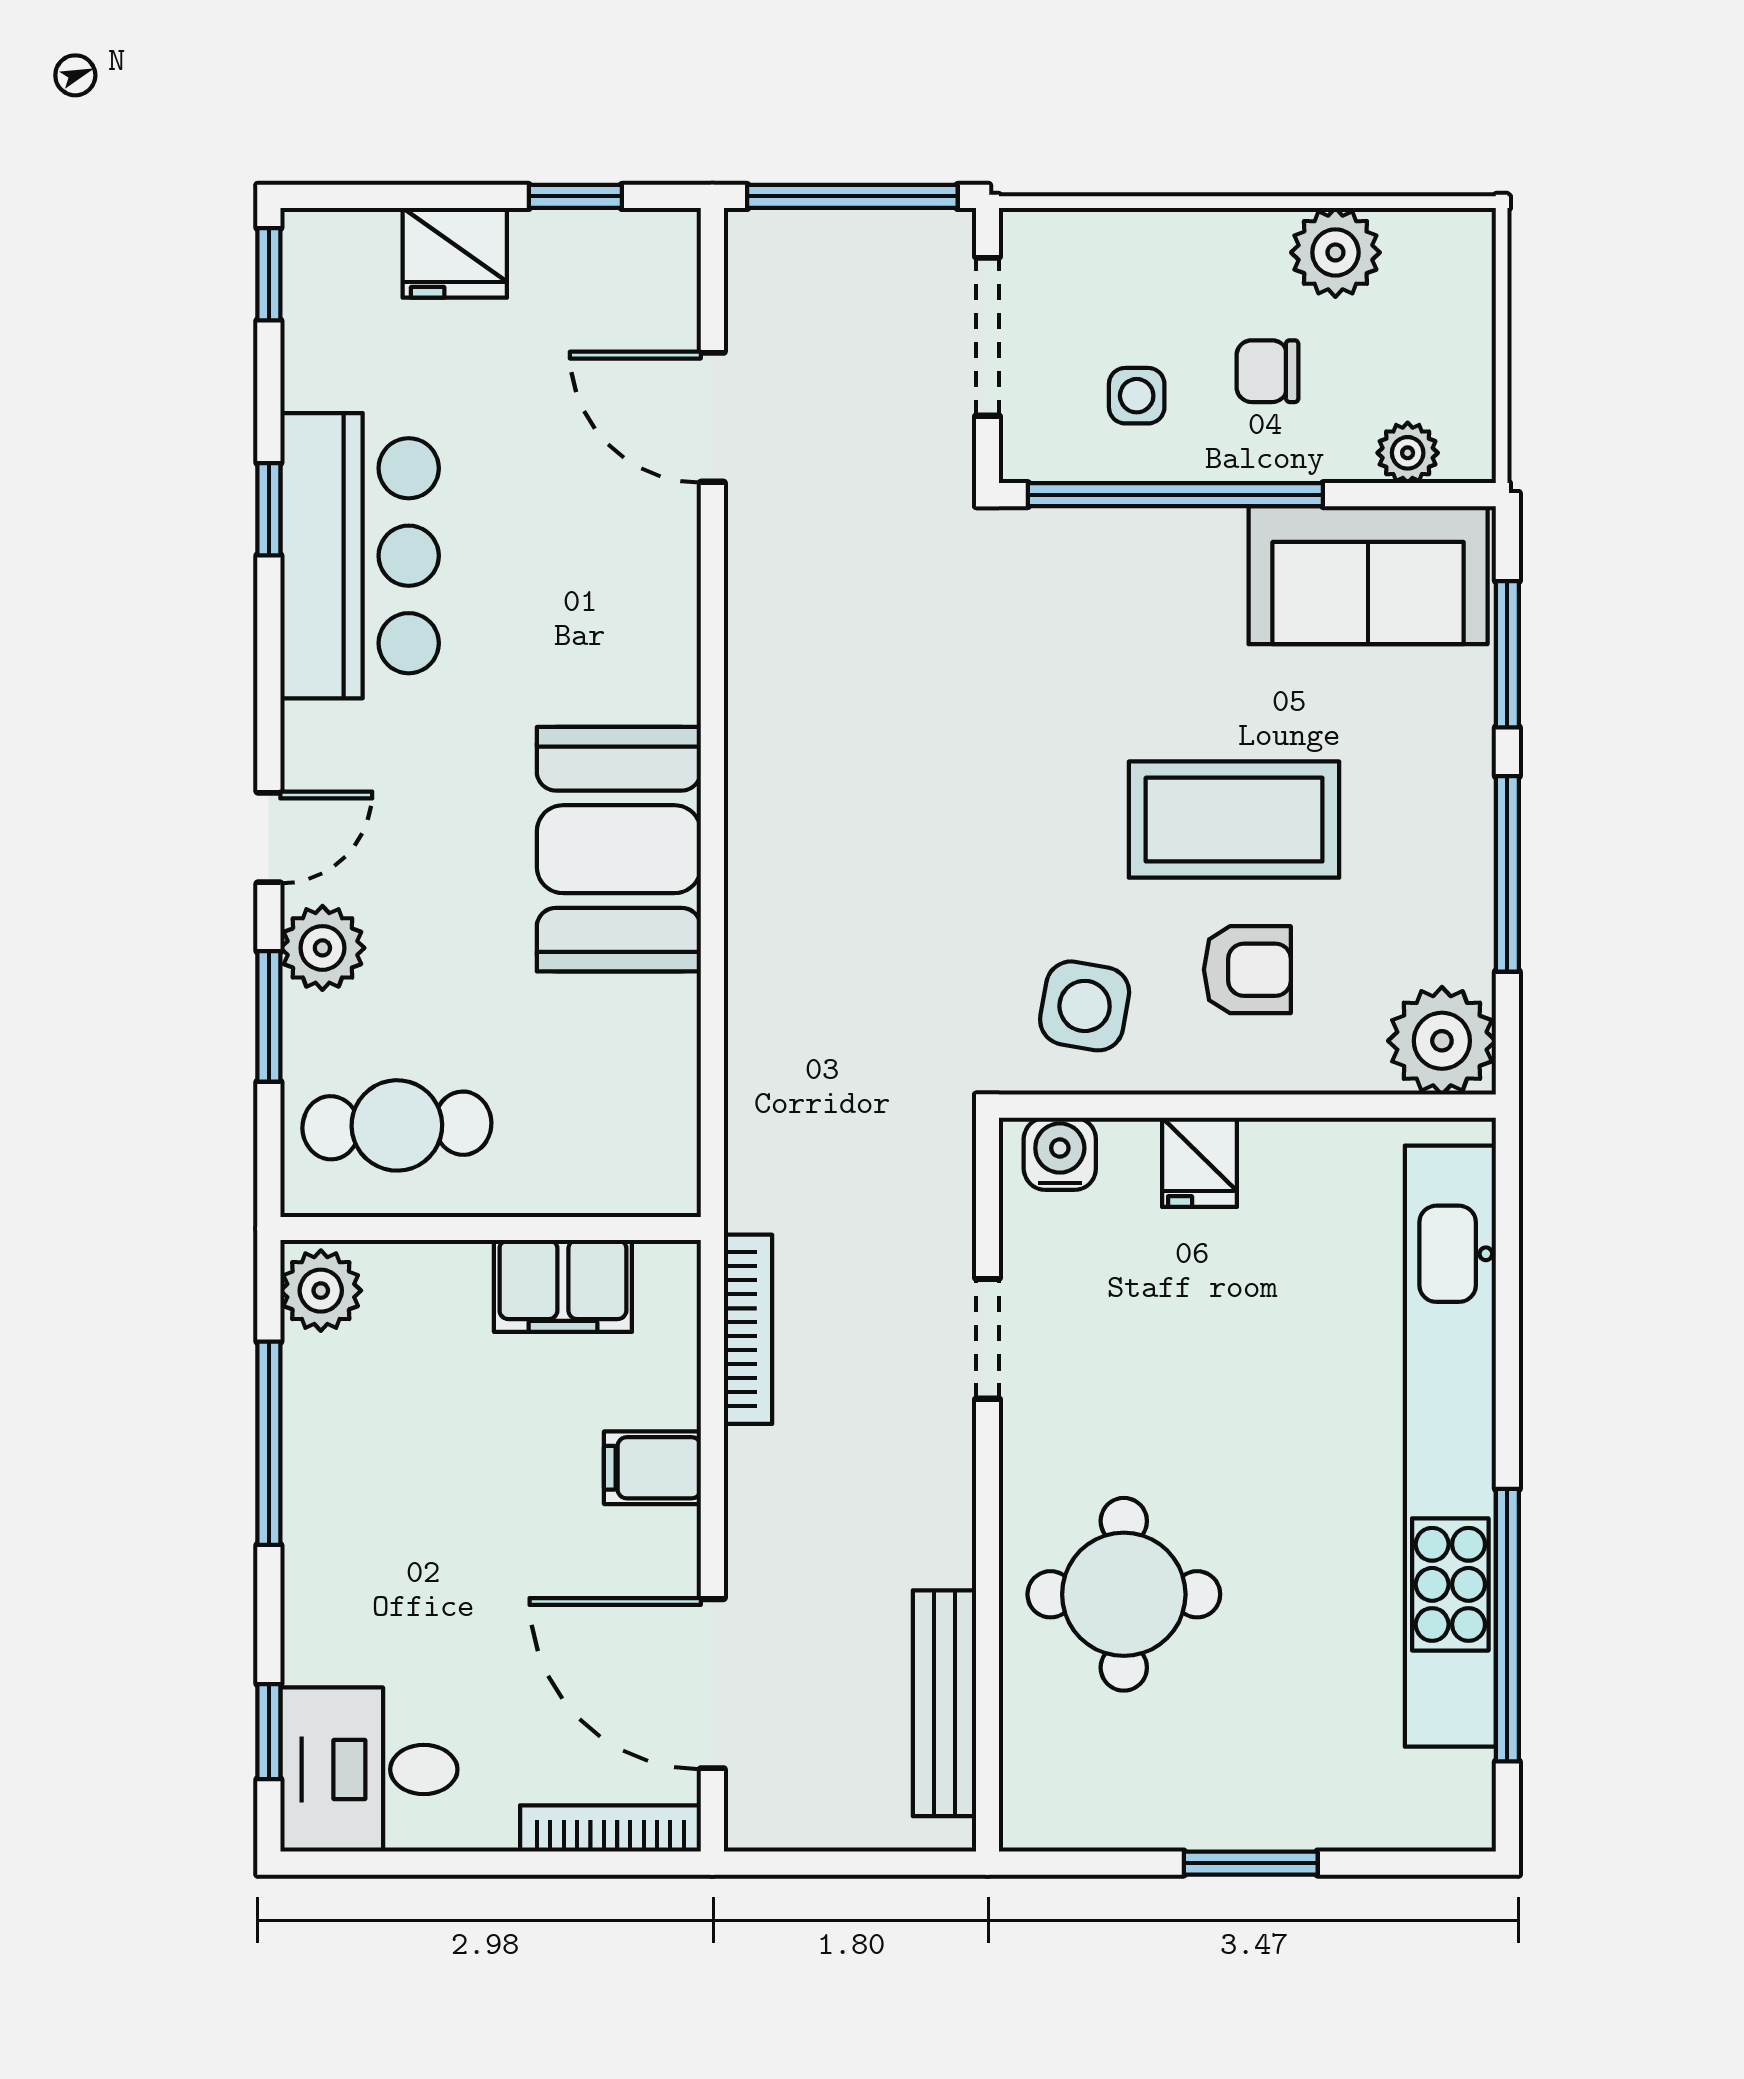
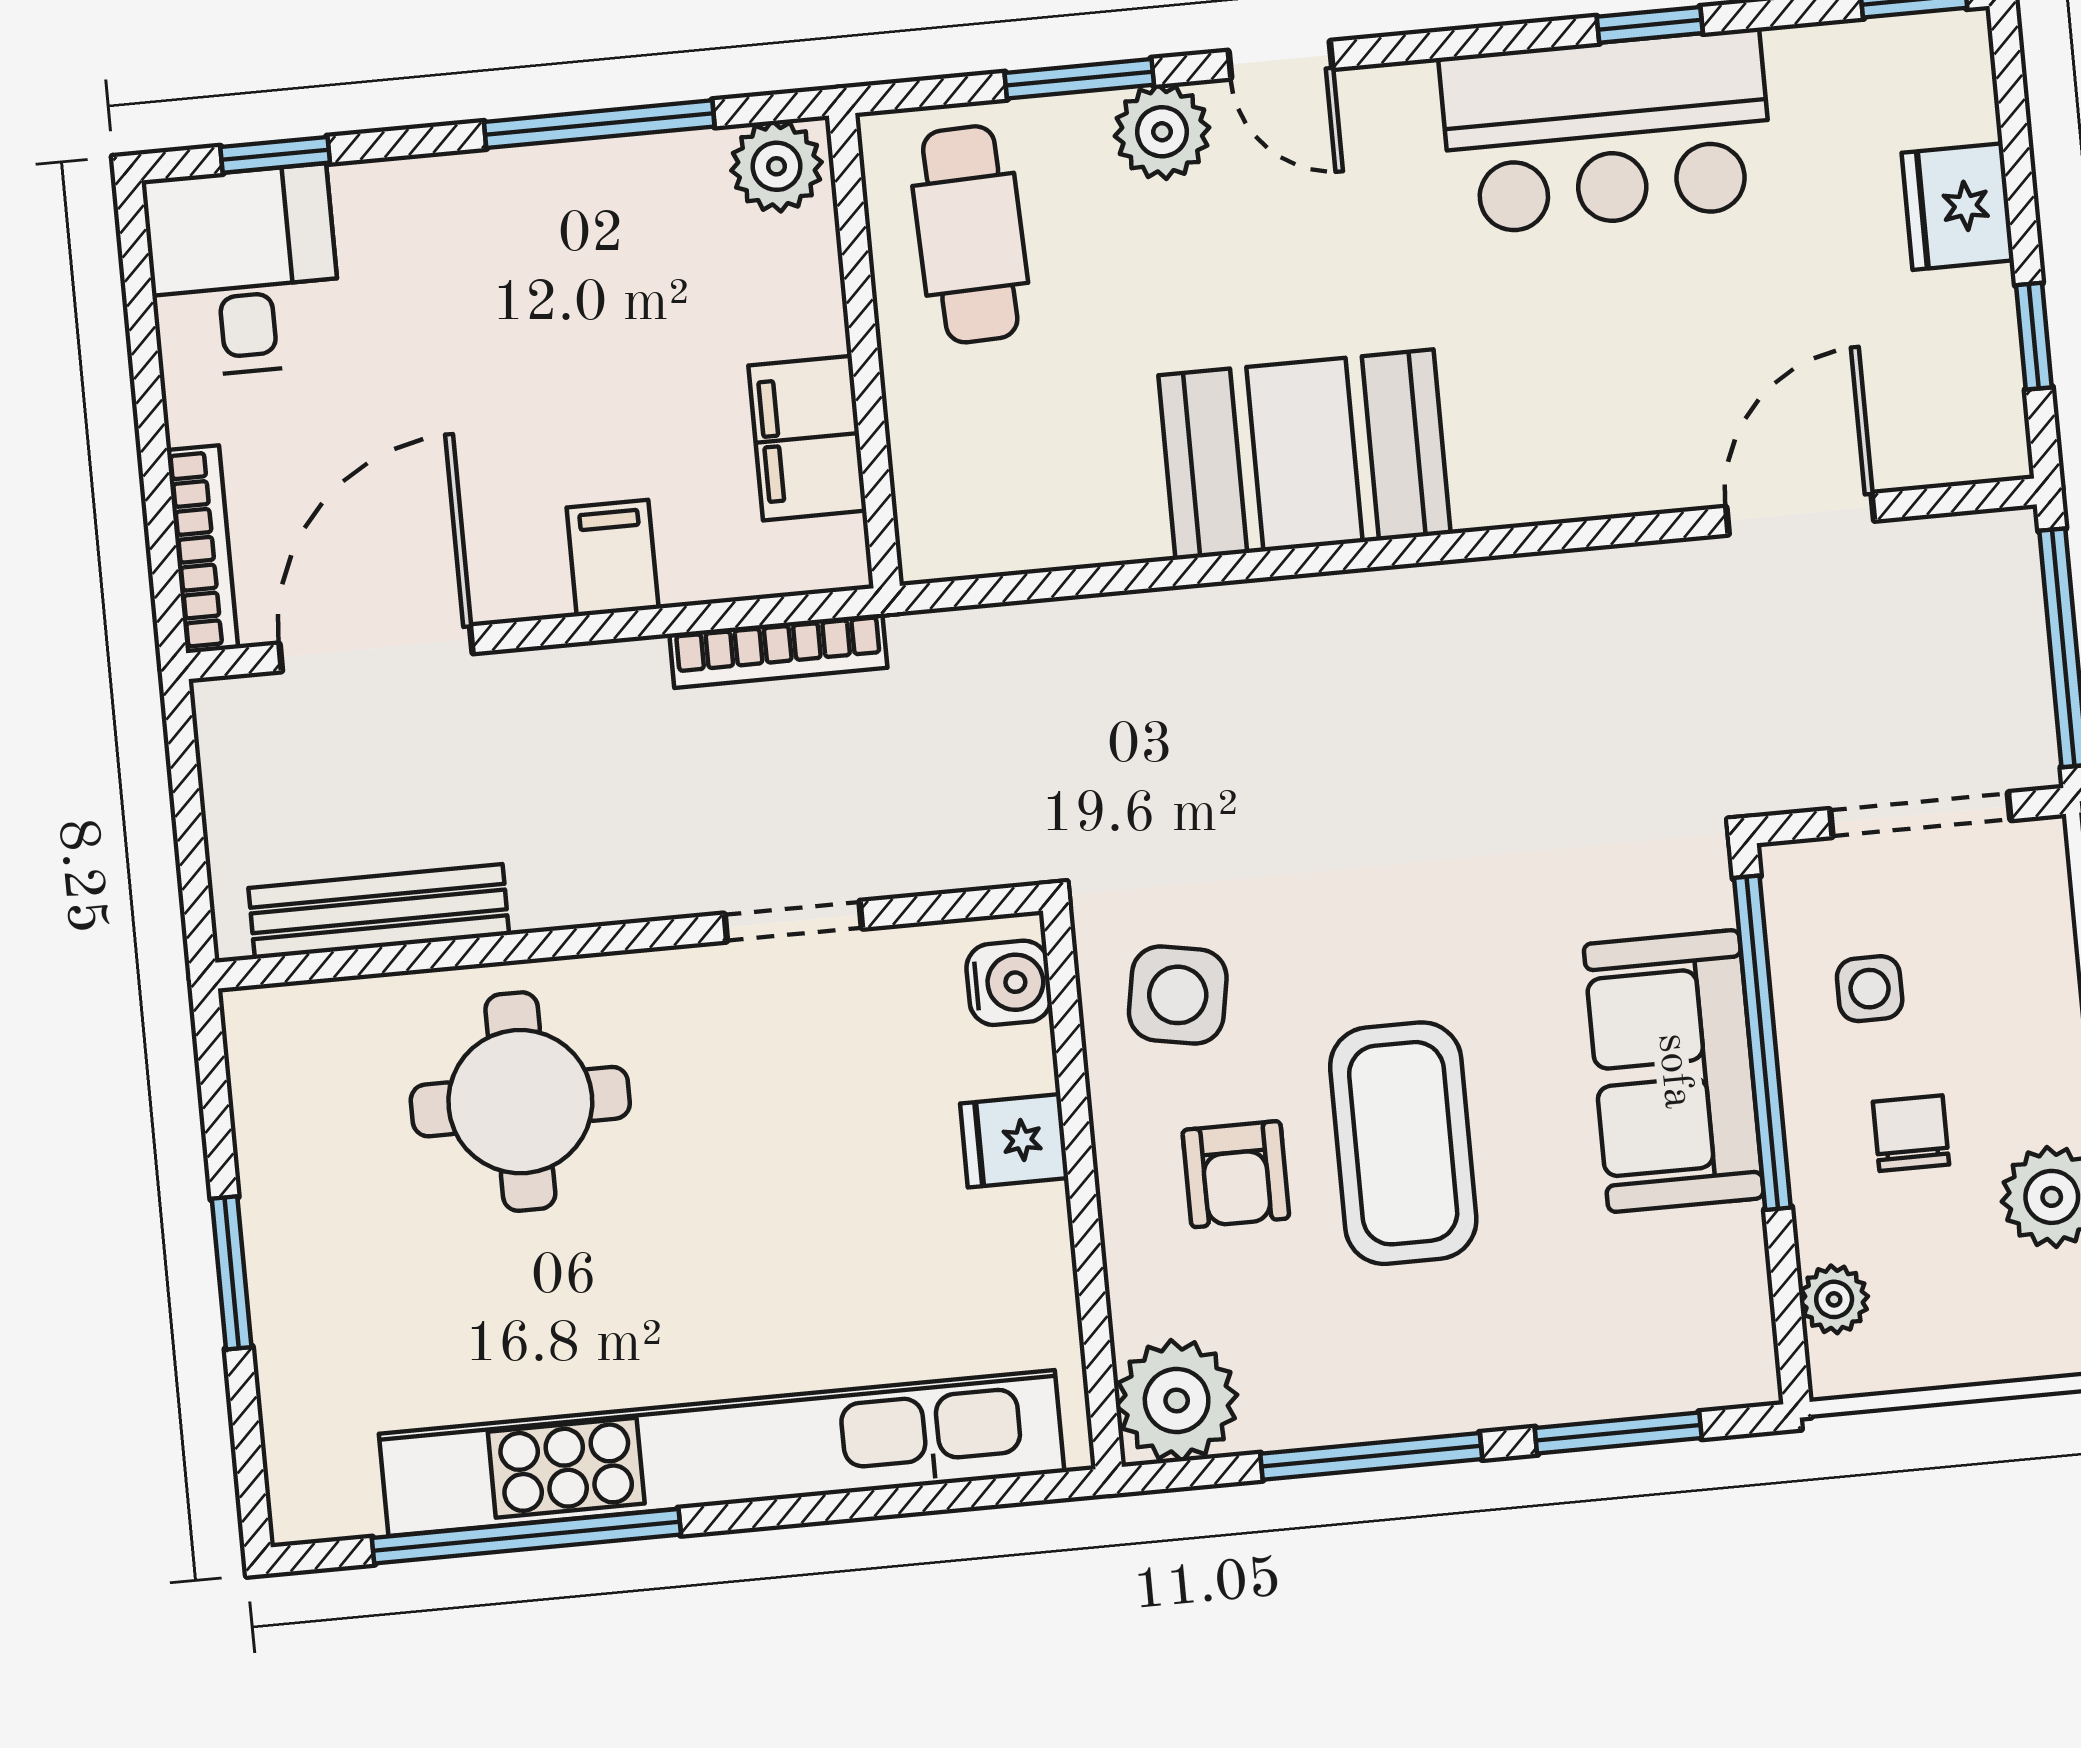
sofa: (1368, 575) -> (1674, 1071), moved

